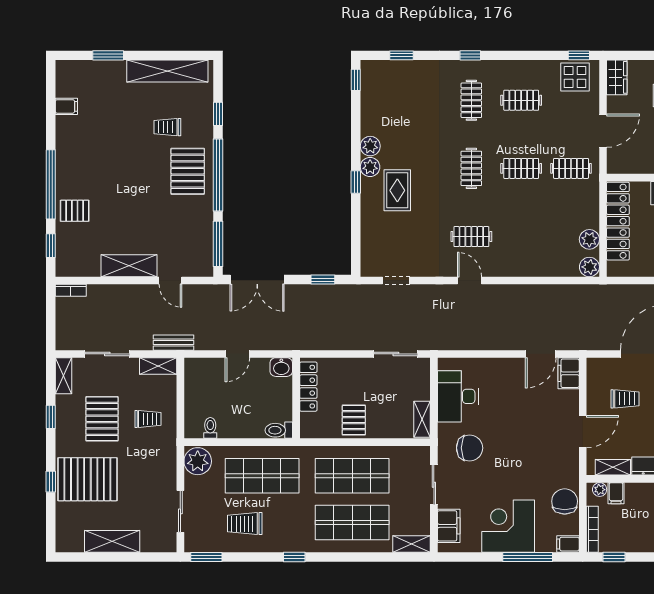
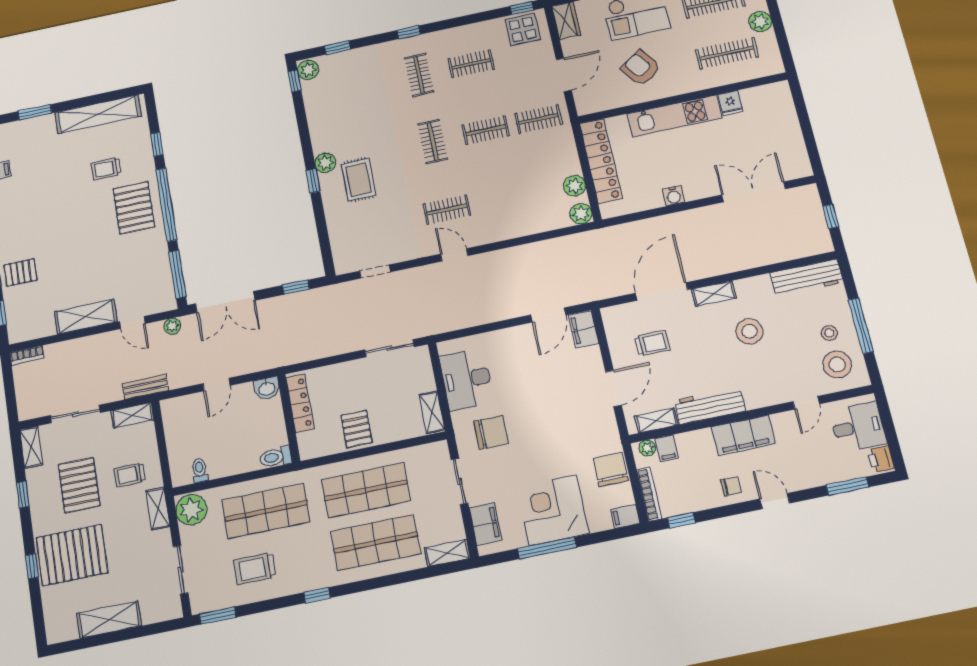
plant: (370, 146) -> (308, 70), moved
plant: (206, 292) -> (172, 326), added
trolley: (148, 419) -> (130, 475), turned 180
shelving: (169, 454) -> (158, 508), added
window: (528, 557) -> (547, 548), moved

